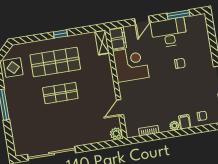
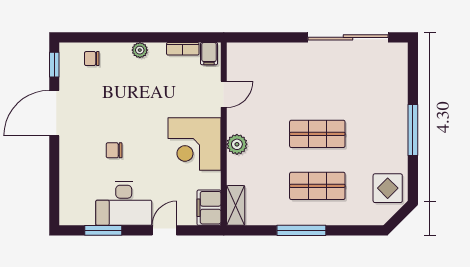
window: (60, 34) -> (301, 230), width x2.17
shop shelf: (55, 62) -> (317, 186), width x0.70, depth x0.74
corner desk: (131, 64) -> (194, 144), moved
filing cabinet: (185, 122) -> (209, 54), moved
plant: (116, 134) -> (237, 144), moved

